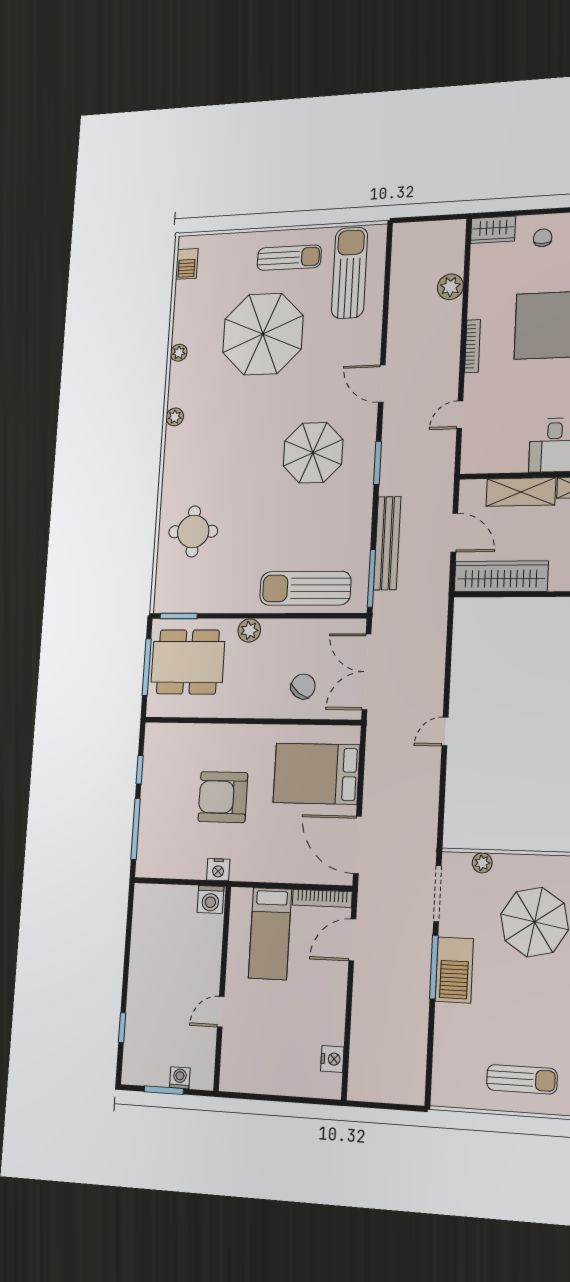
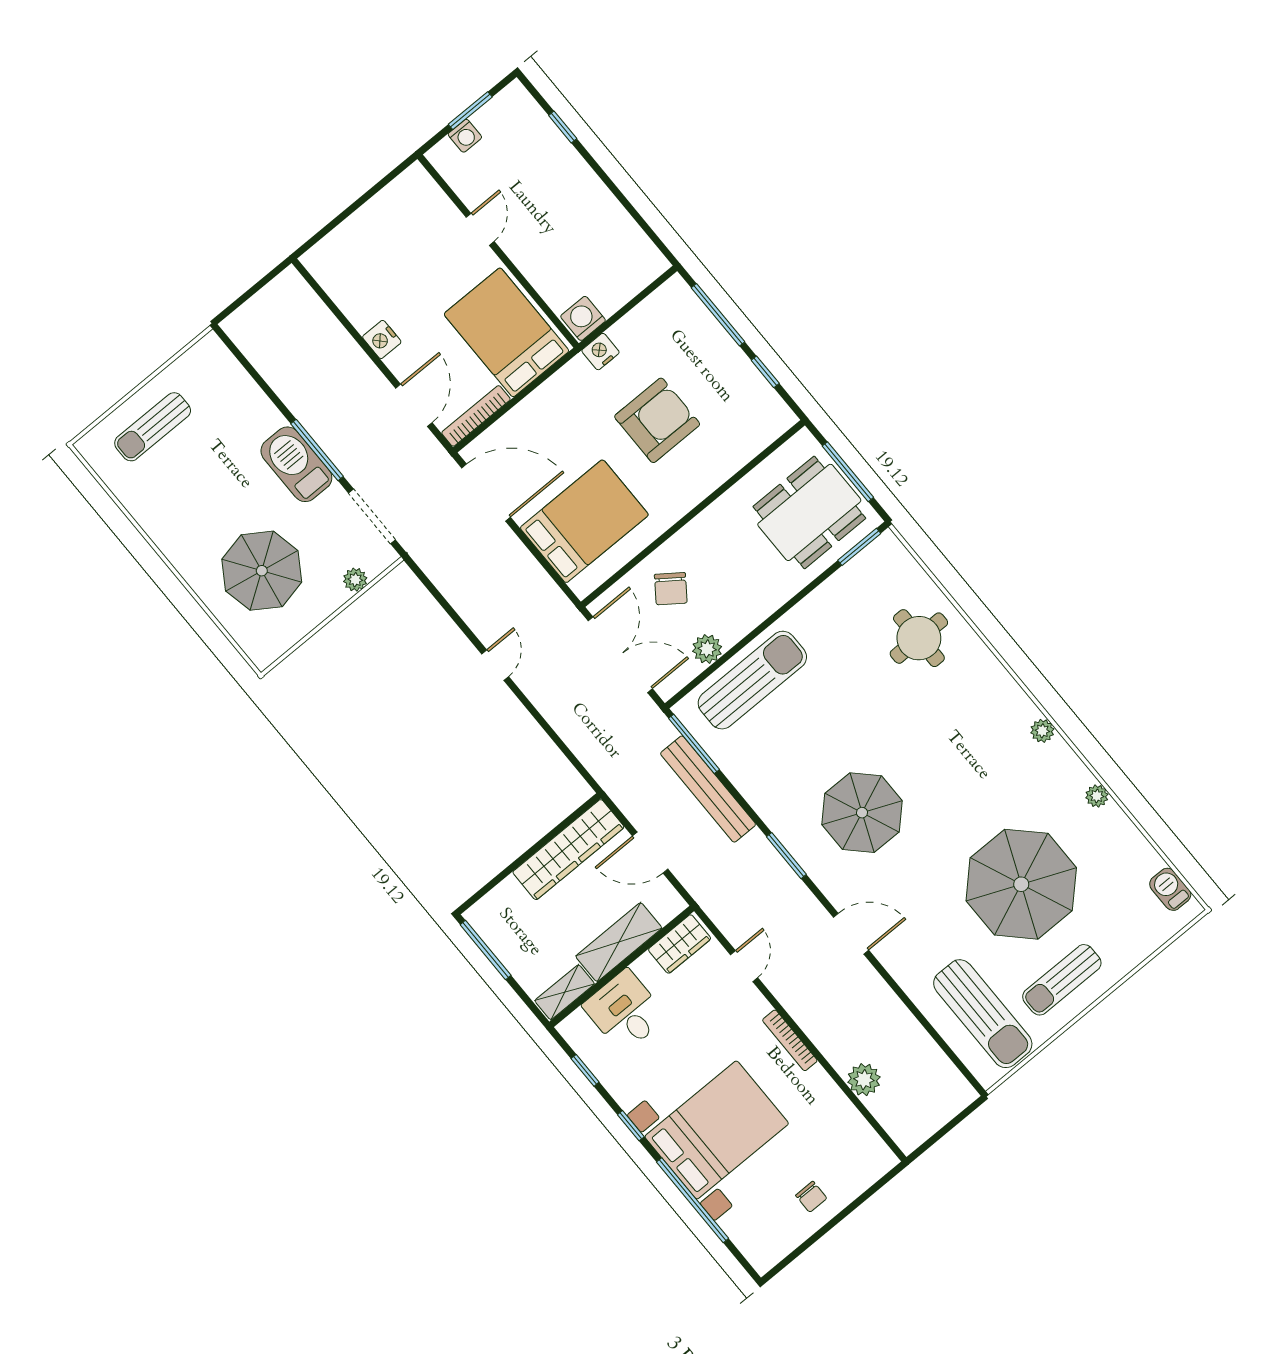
wardrobe: (493, 230) -> (680, 944), moved, turned 180
plant: (249, 630) -> (707, 649), moved
bed: (270, 934) -> (506, 332), width x1.50
nightstand: (332, 1059) -> (382, 339), moved

